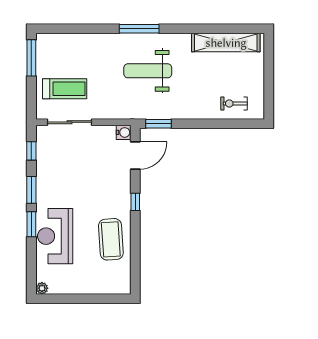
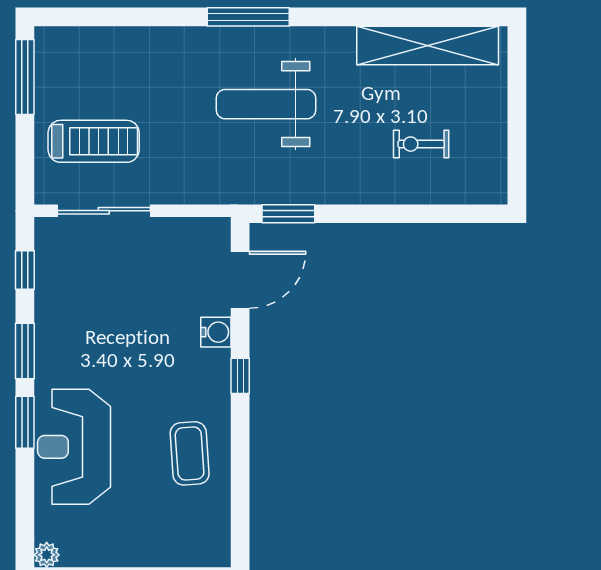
exercise bike: (234, 103) -> (421, 144), moved
water cooler: (124, 132) -> (216, 332), moved
coffee table: (111, 239) -> (190, 453), width x0.73, depth x0.76

